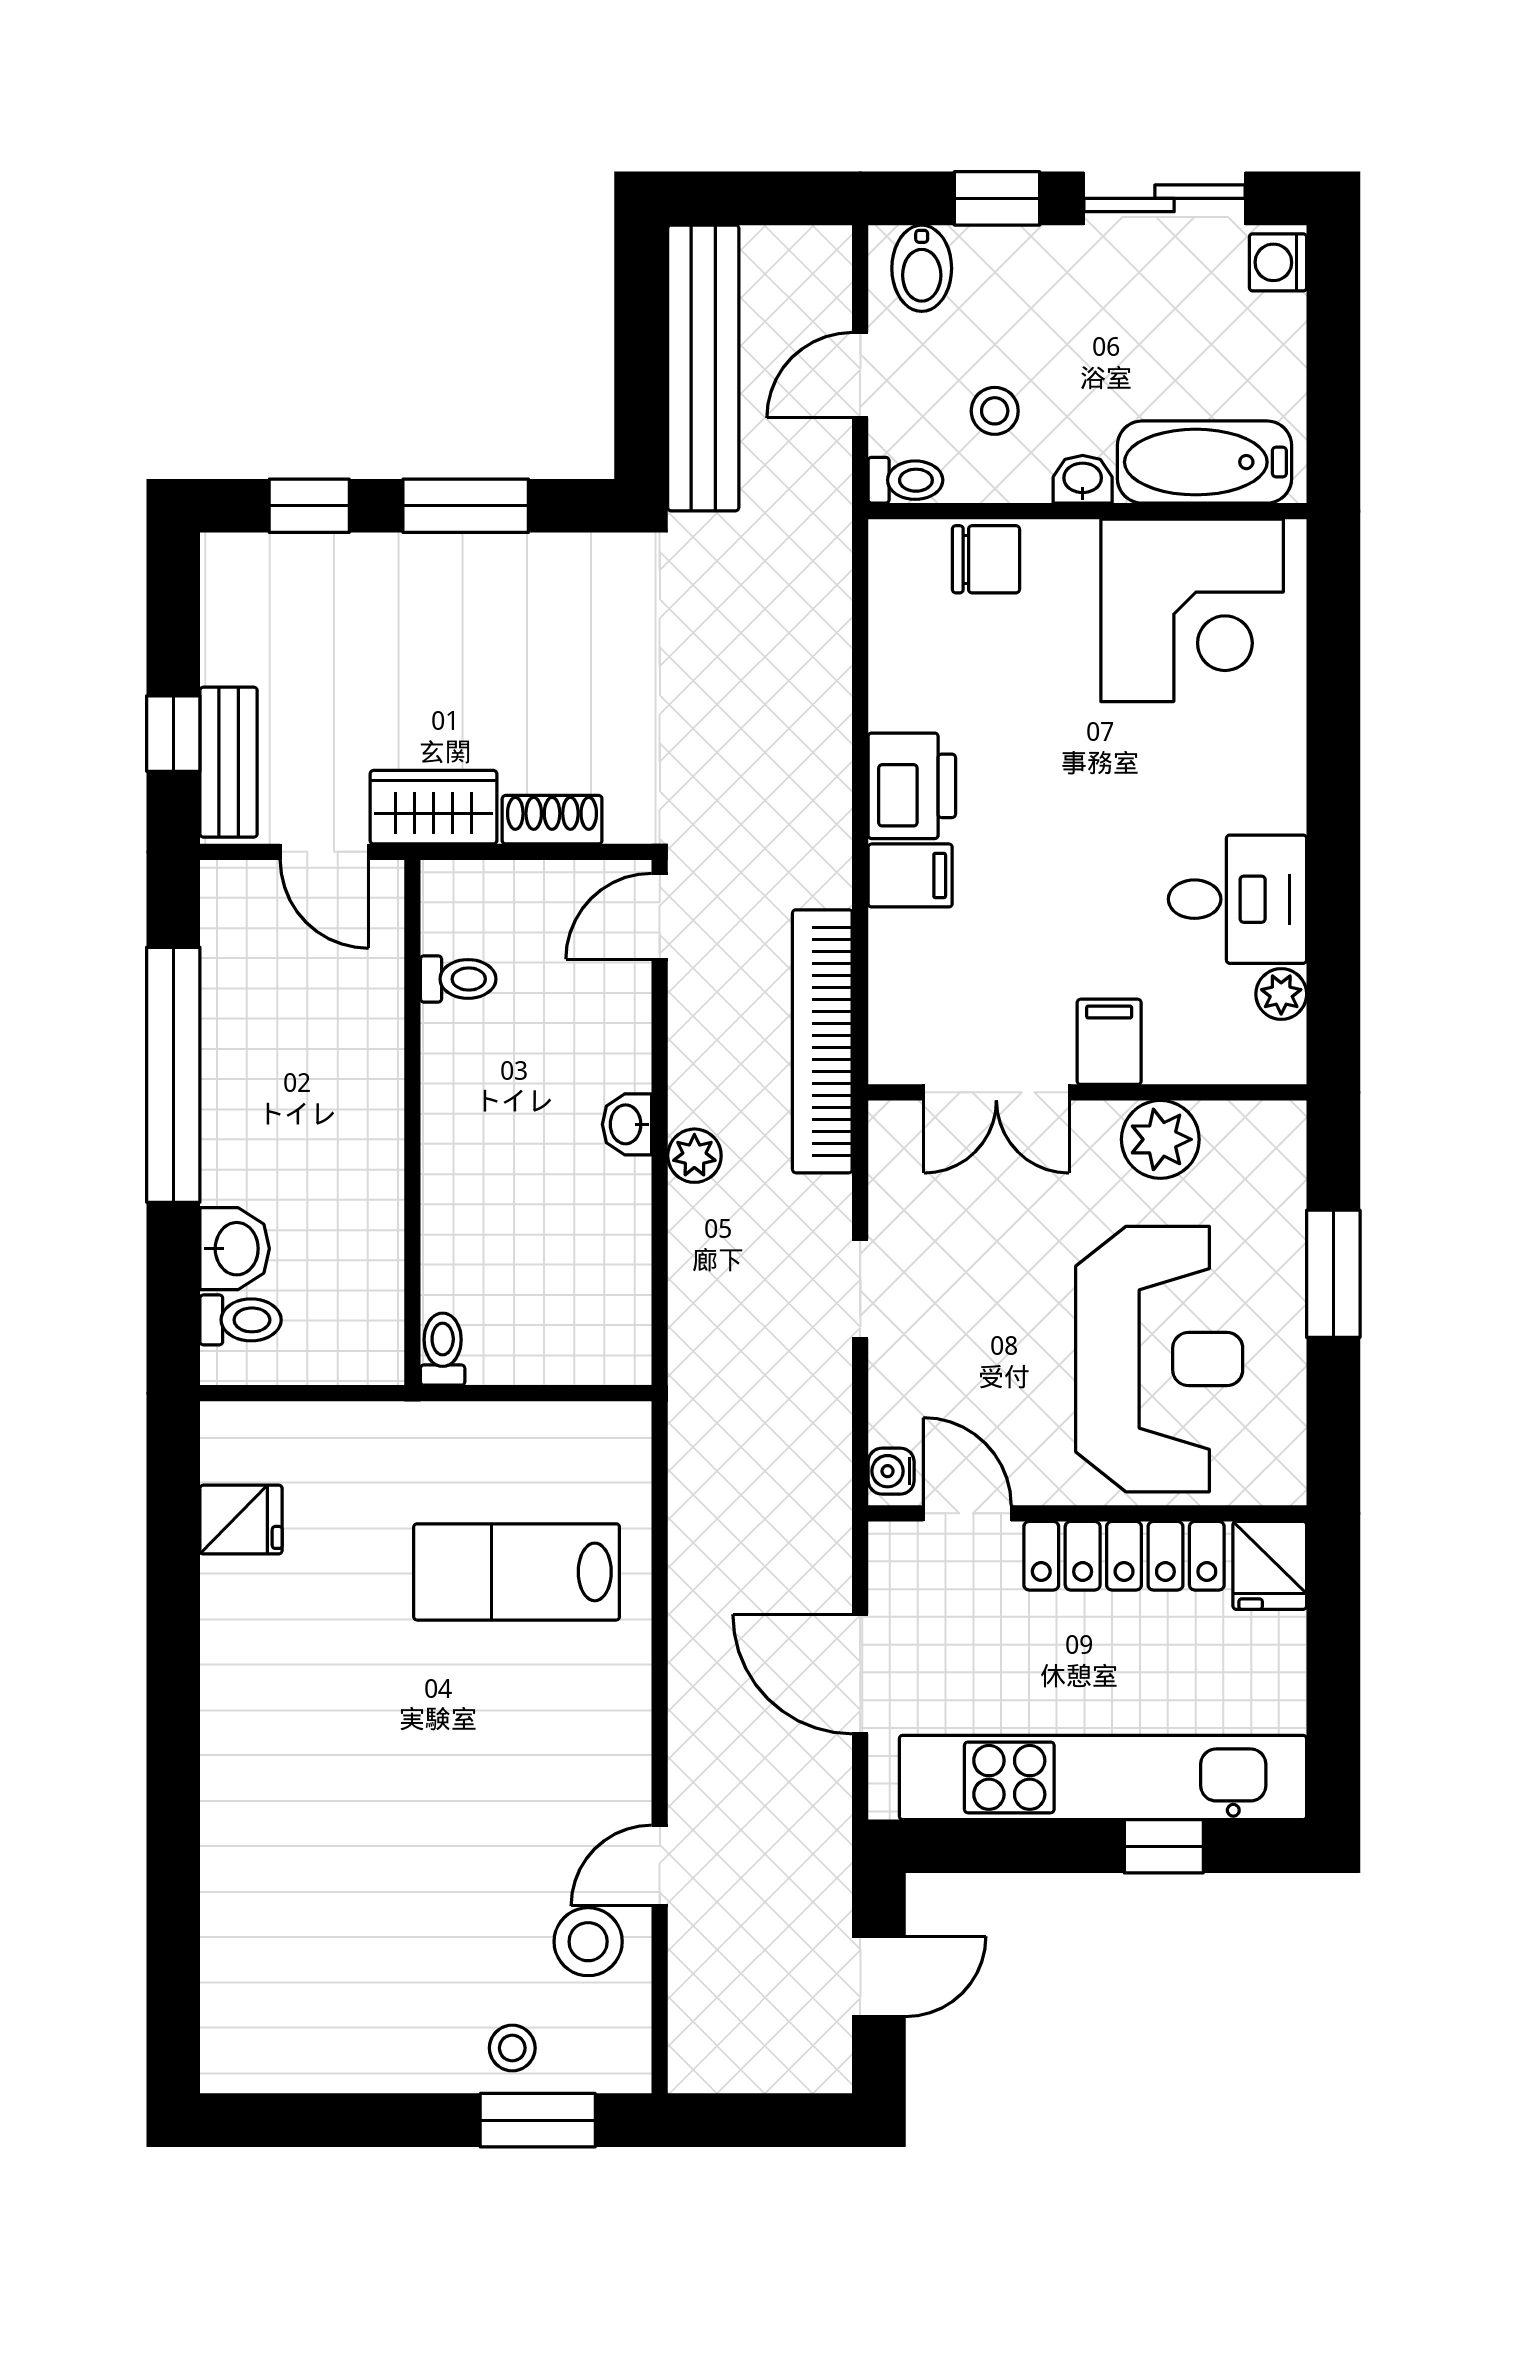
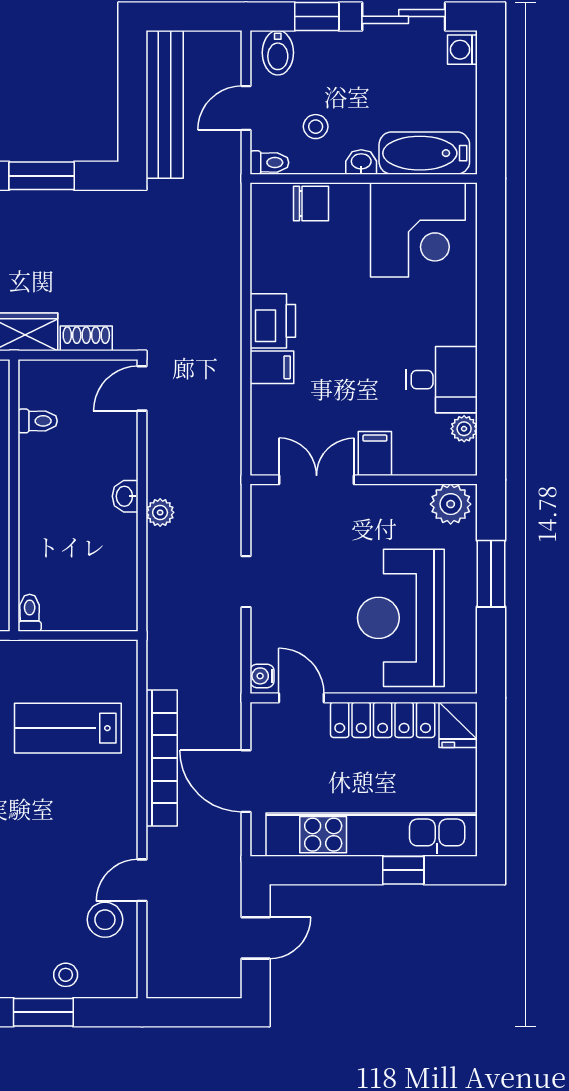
bookcase: (822, 1041) -> (162, 758), moved, turned 180
double door: (996, 1092) -> (317, 480), swing flipped
plant: (1160, 1139) -> (451, 504), moved
reception desk: (1159, 1359) -> (401, 618), turned 180
window: (538, 2120) -> (43, 1012), moved

